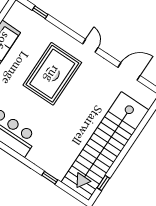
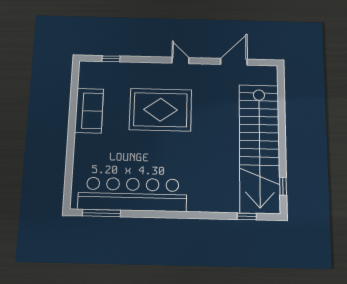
rug: (52, 74) -> (160, 110), turned 90
window: (50, 178) -> (247, 216), moved

